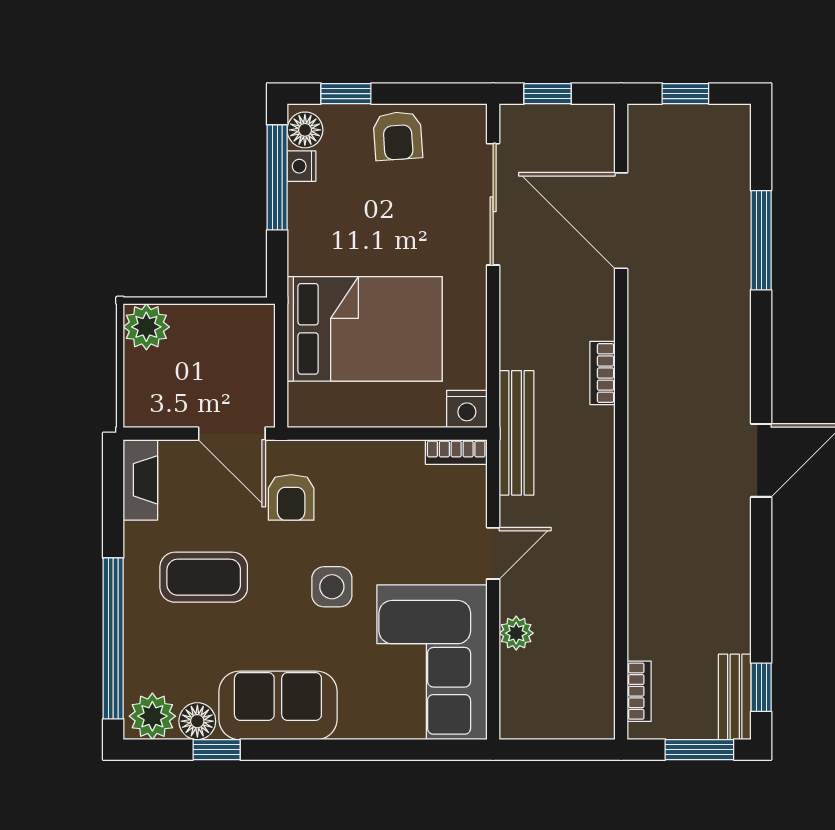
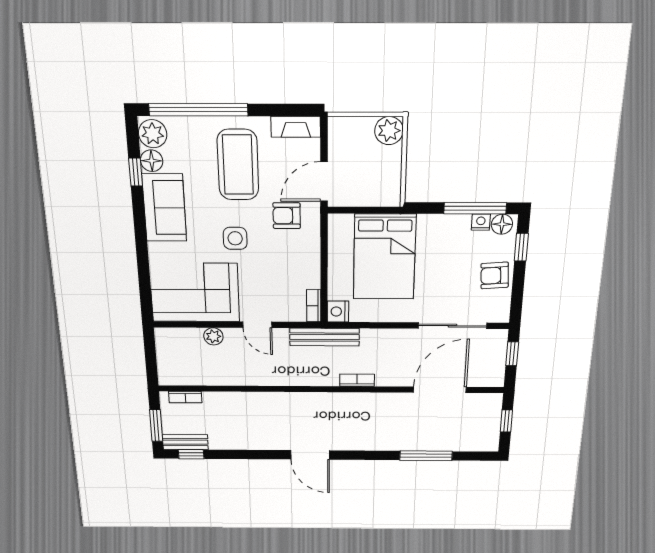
coffee table: (204, 577) -> (238, 165), width x1.36, depth x1.32

